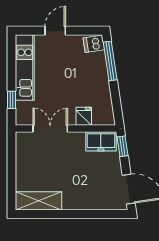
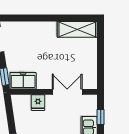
double door: (50, 129) -> (67, 92), swing flipped

